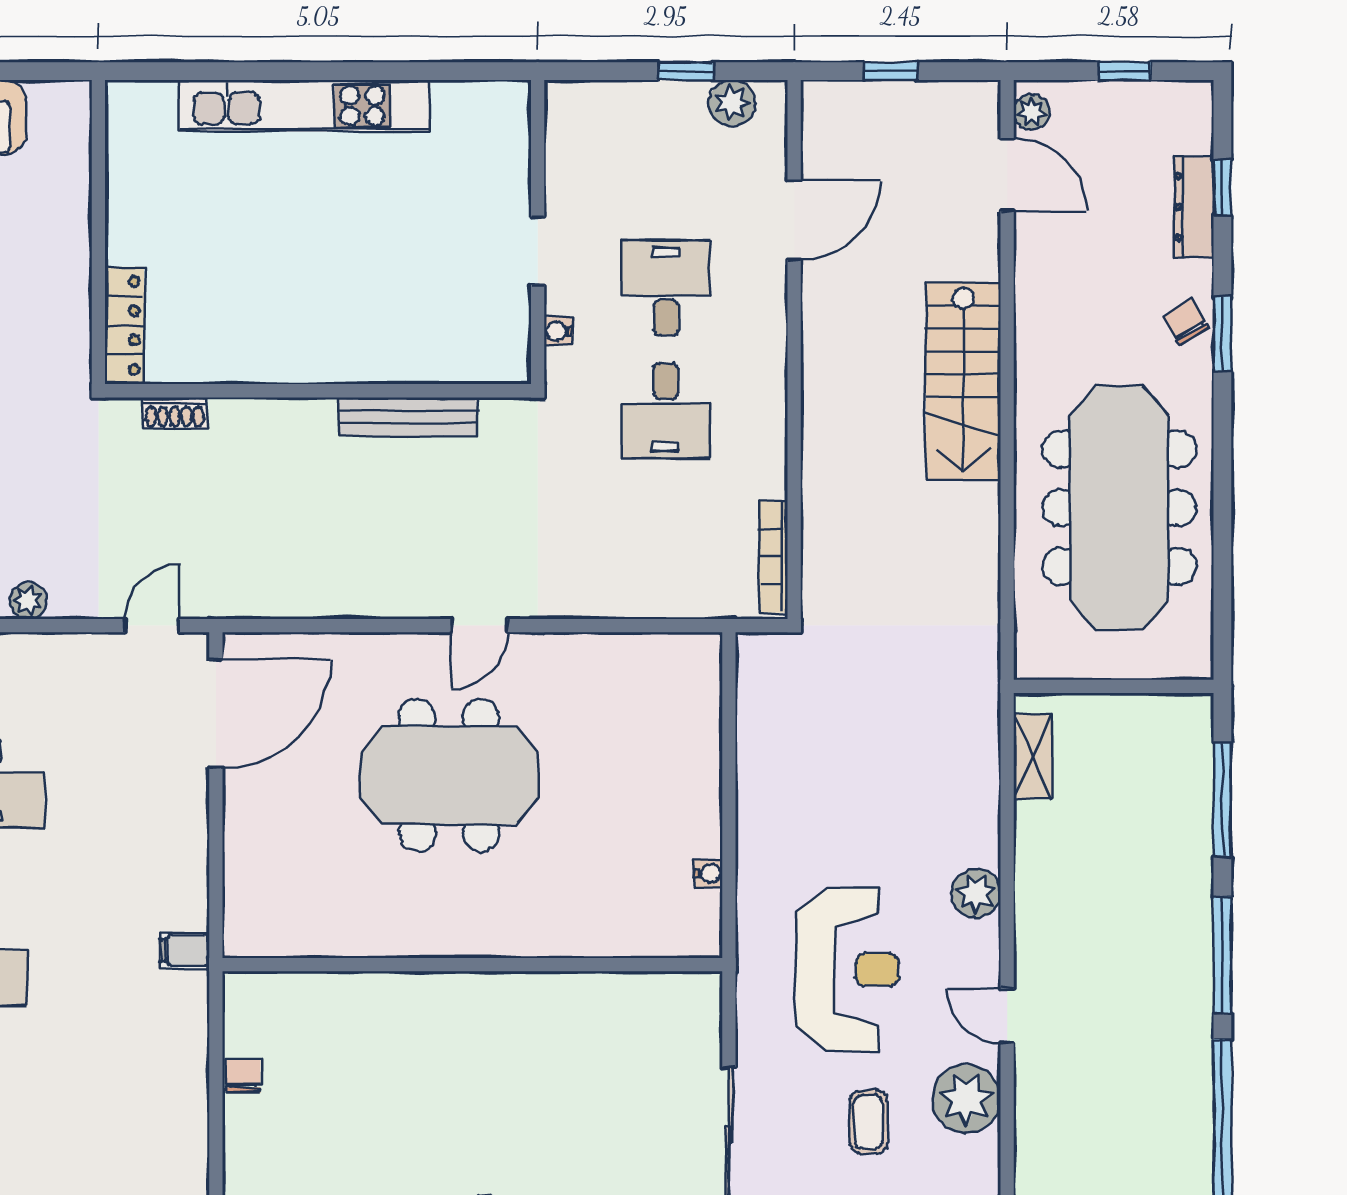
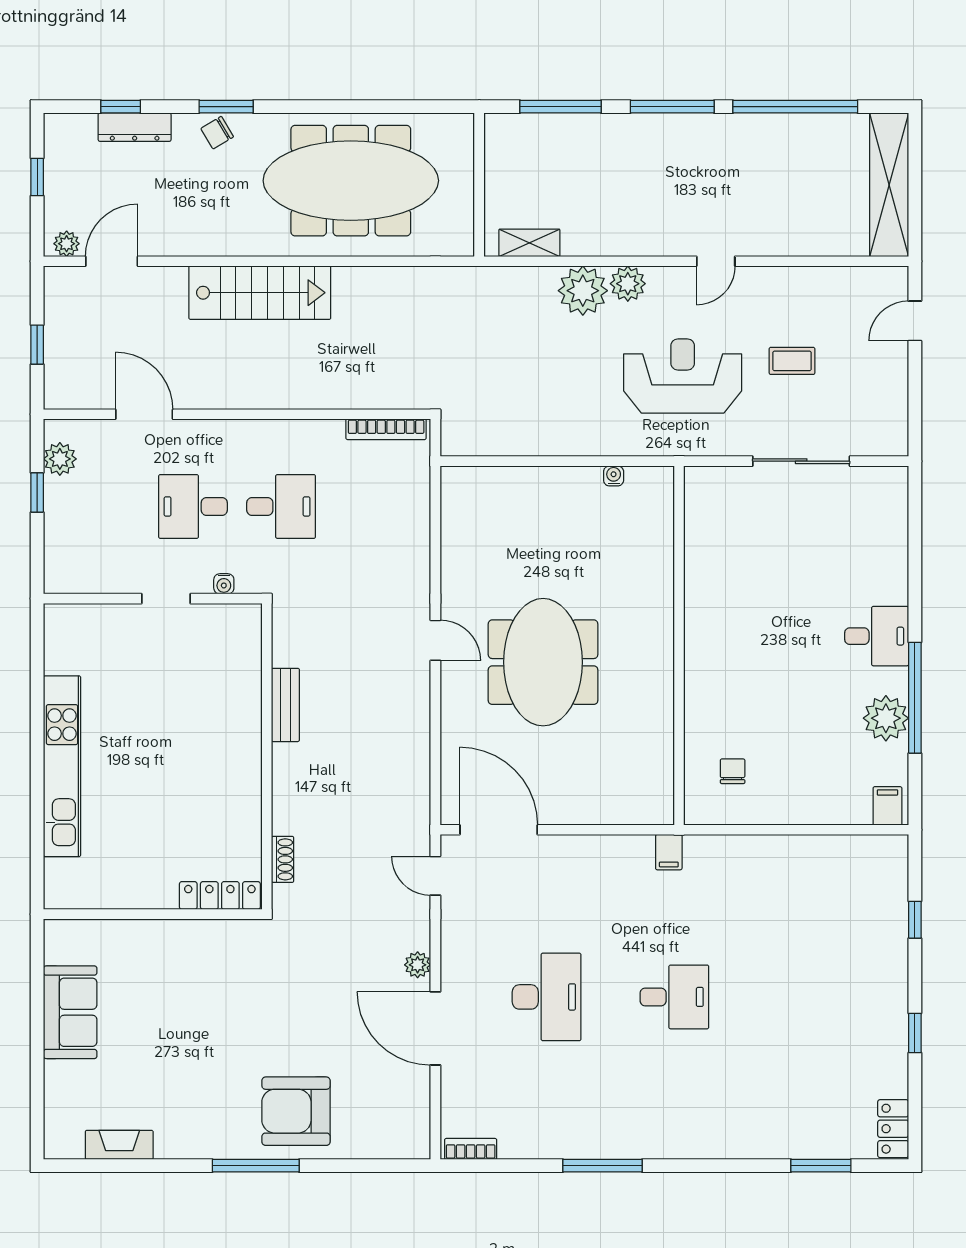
bench: (408, 417) -> (285, 705), width x0.73
chair: (243, 1076) -> (733, 771), moved, turned 90
plant: (966, 1099) -> (583, 291), moved

